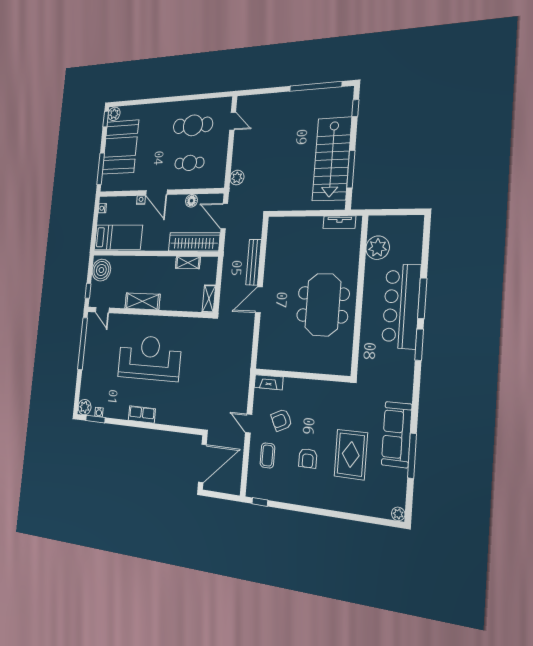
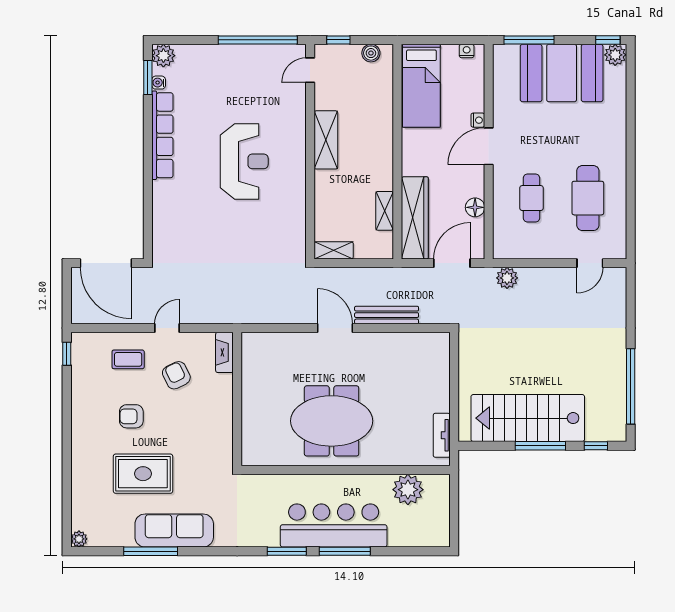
window: (351, 169) -> (540, 446), moved
boiler: (101, 270) -> (371, 53), width x0.54, depth x0.54
reception desk: (149, 358) -> (244, 161), width x0.74, depth x0.77
row of seats: (142, 414) -> (162, 135), width x2.02

